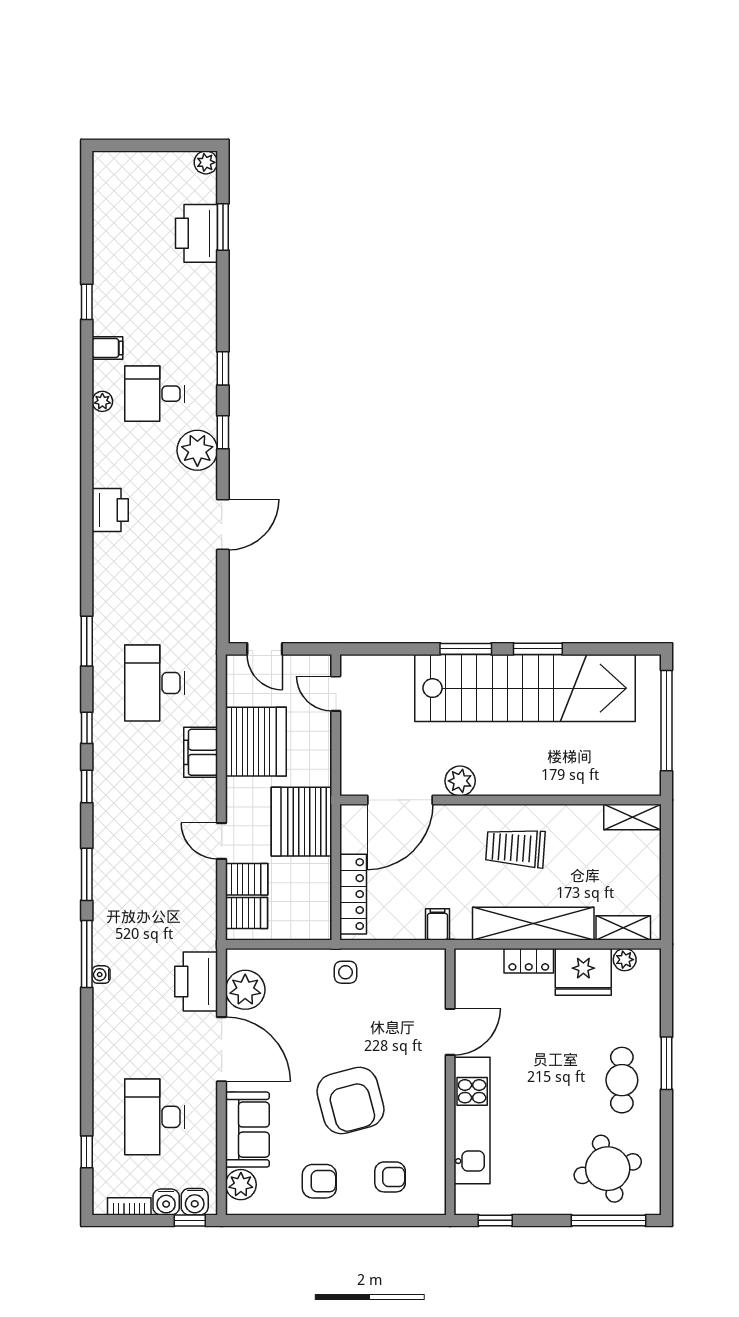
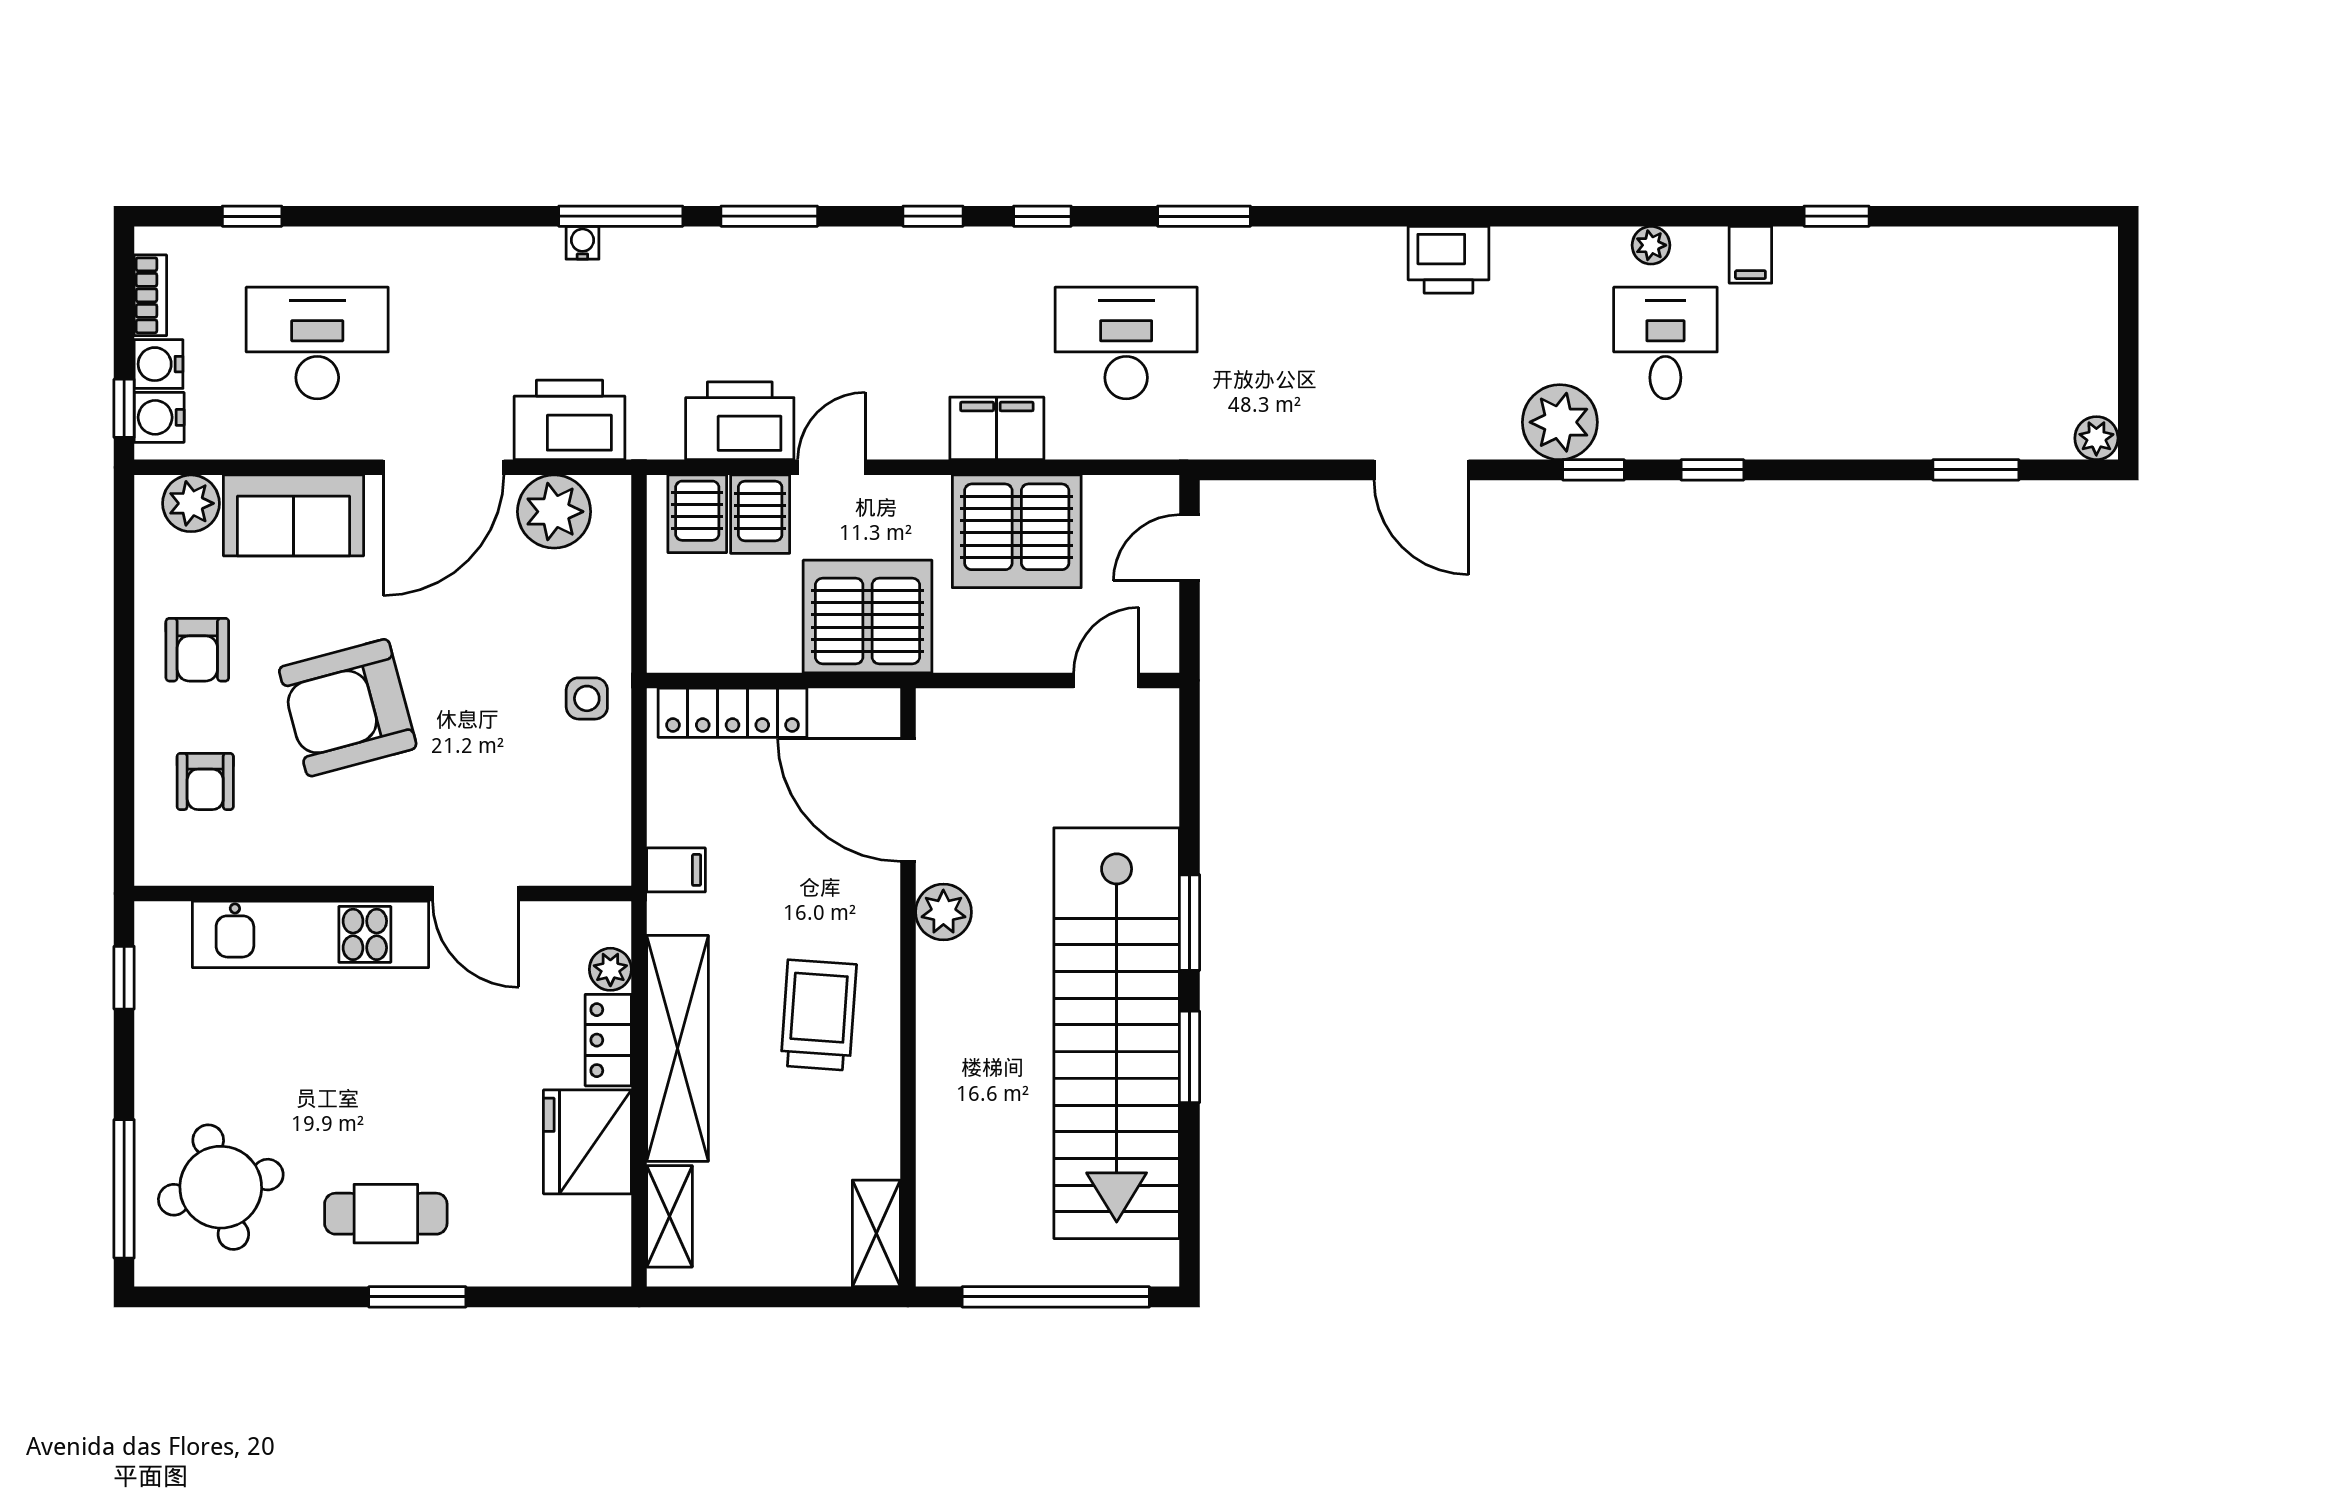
printer: (197, 233) -> (740, 421), moved
plant: (625, 960) -> (610, 969), moved

